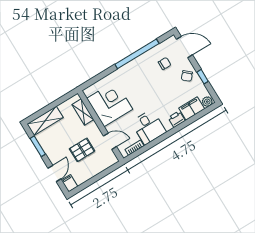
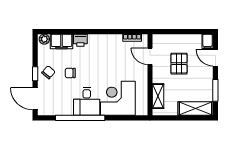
chair: (165, 64) -> (70, 73), moved
window: (203, 77) -> (35, 74), moved
corner desk: (110, 104) -> (118, 98), moved, turned 90
desk: (149, 127) -> (87, 101), moved, turned 180
pallet: (82, 150) -> (179, 64), turned 90
door: (54, 173) -> (215, 58), hinge flipped

